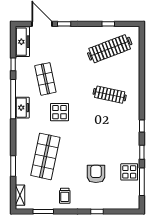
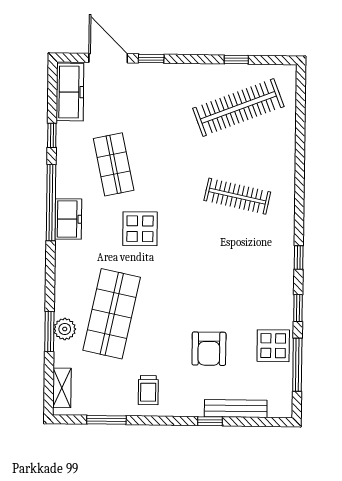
plant: (21, 165) -> (65, 329), added
armchair: (96, 174) -> (209, 349), turned 180
bench: (110, 205) -> (236, 409), added

